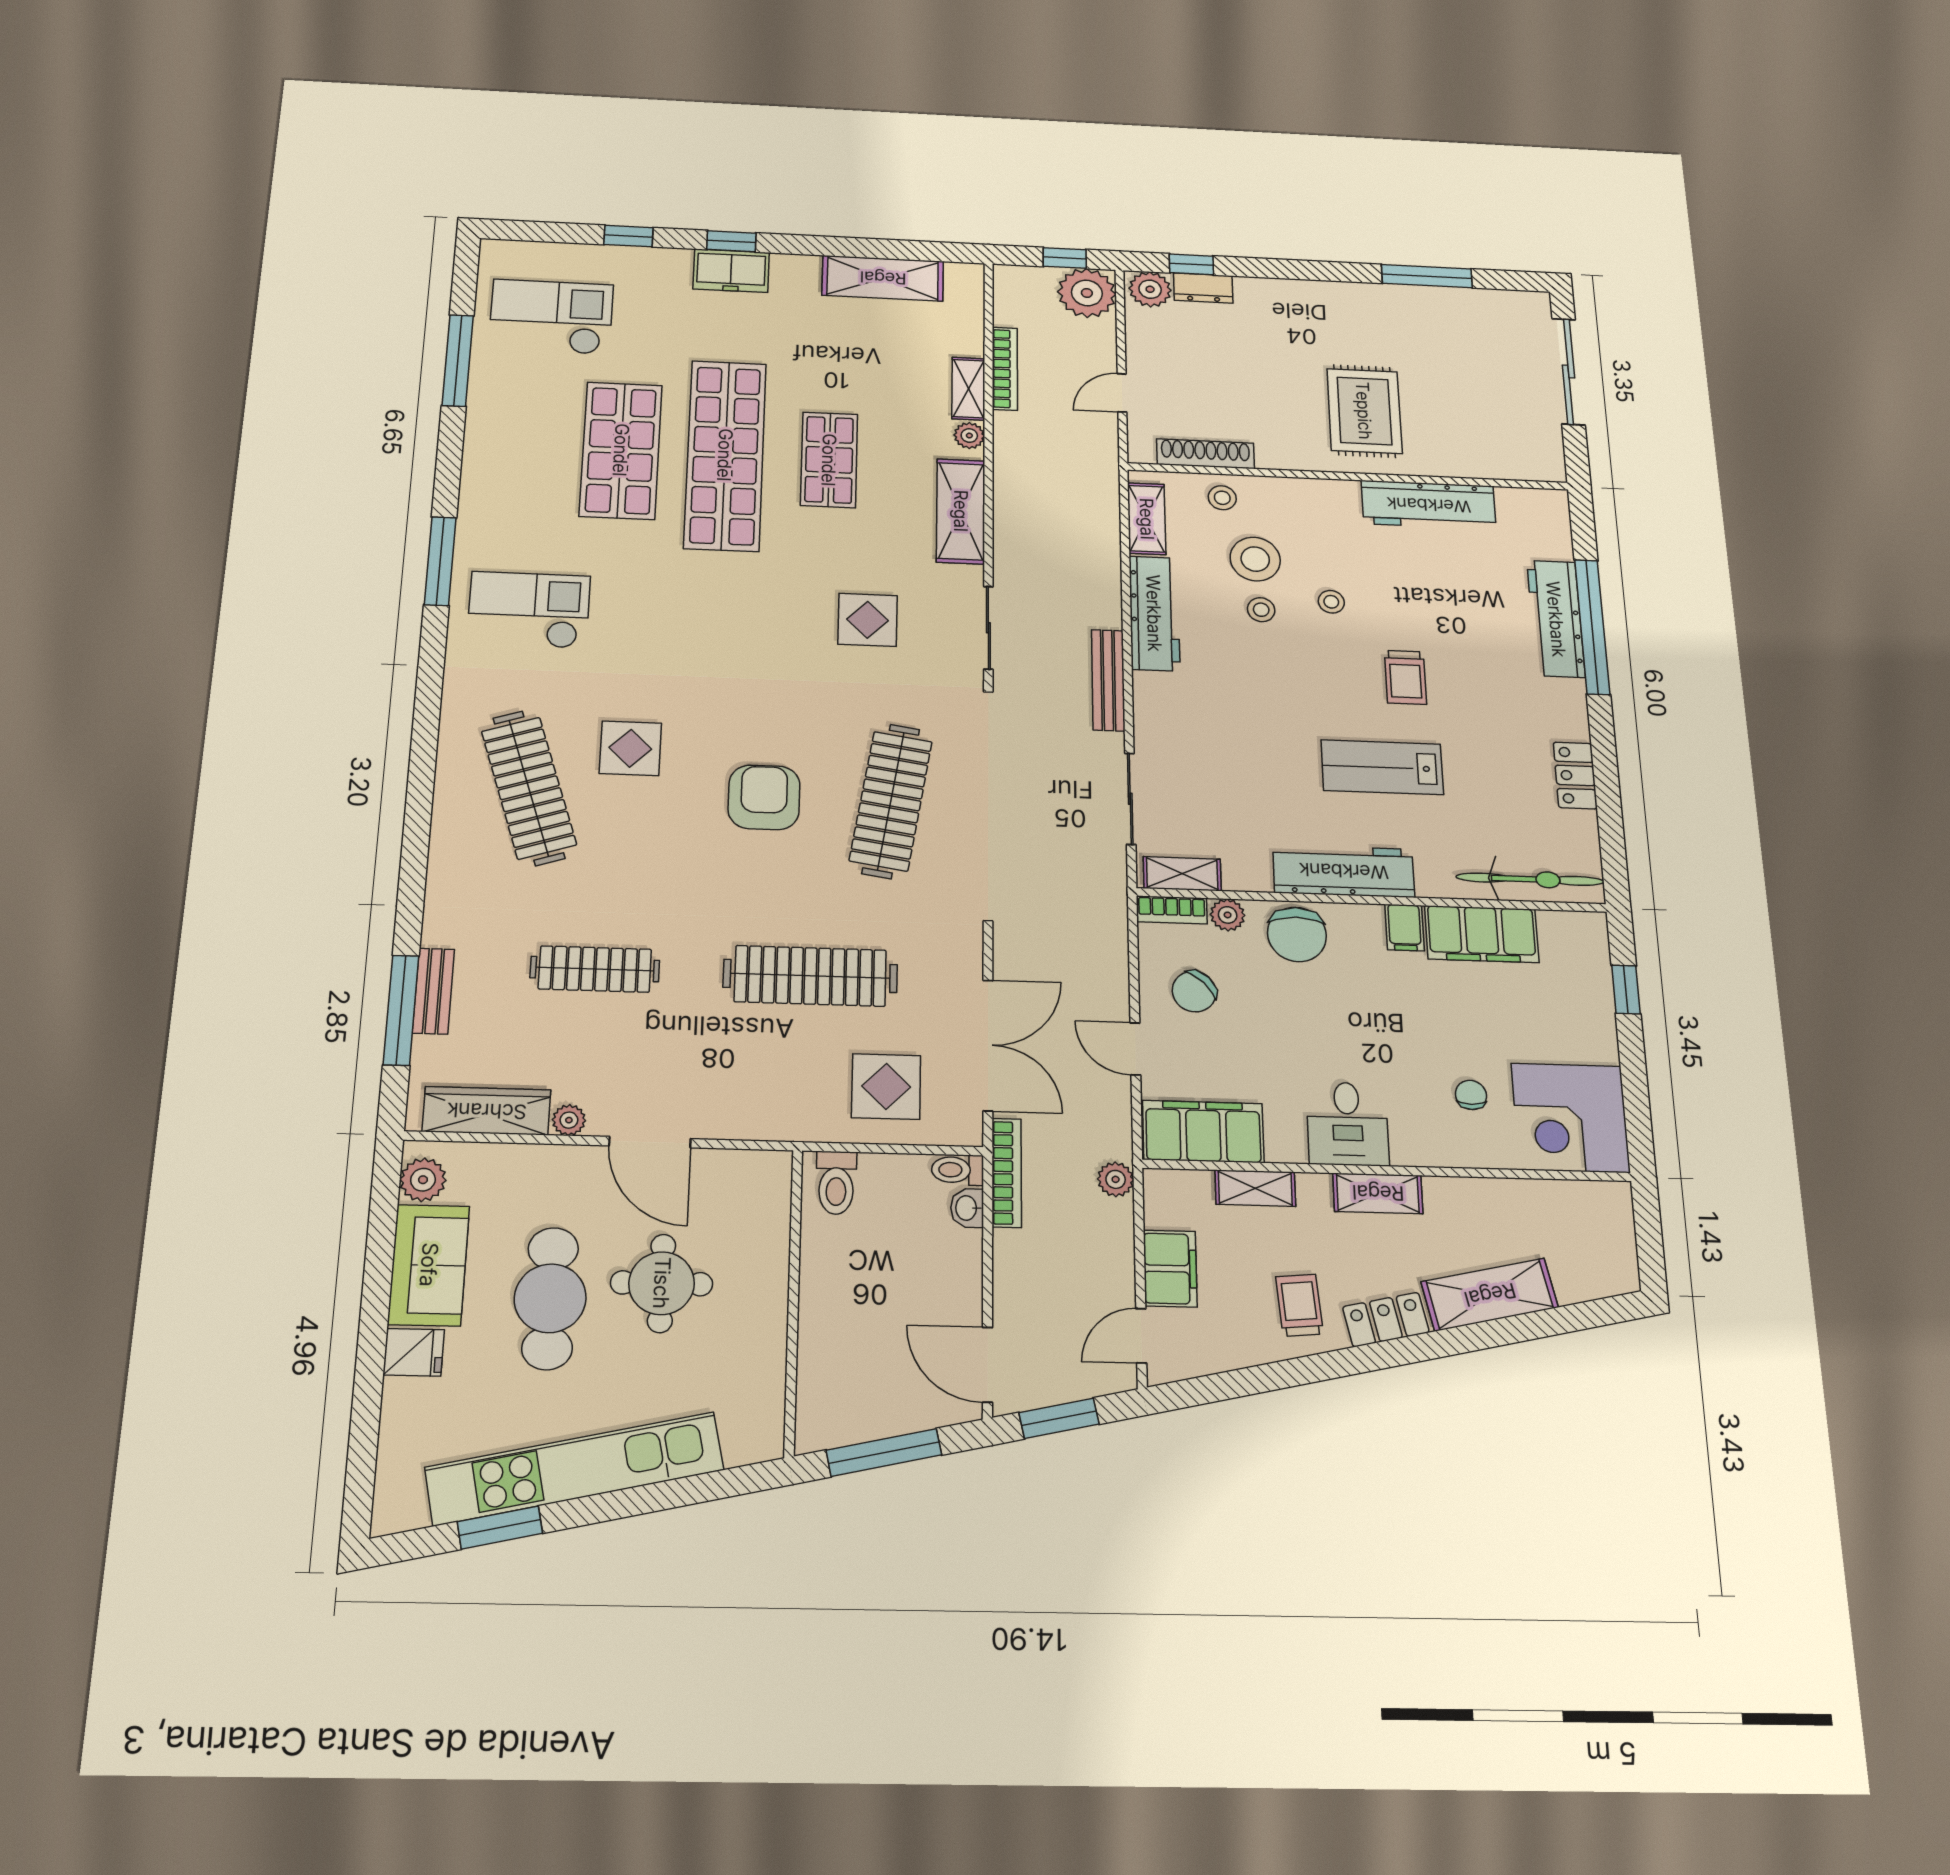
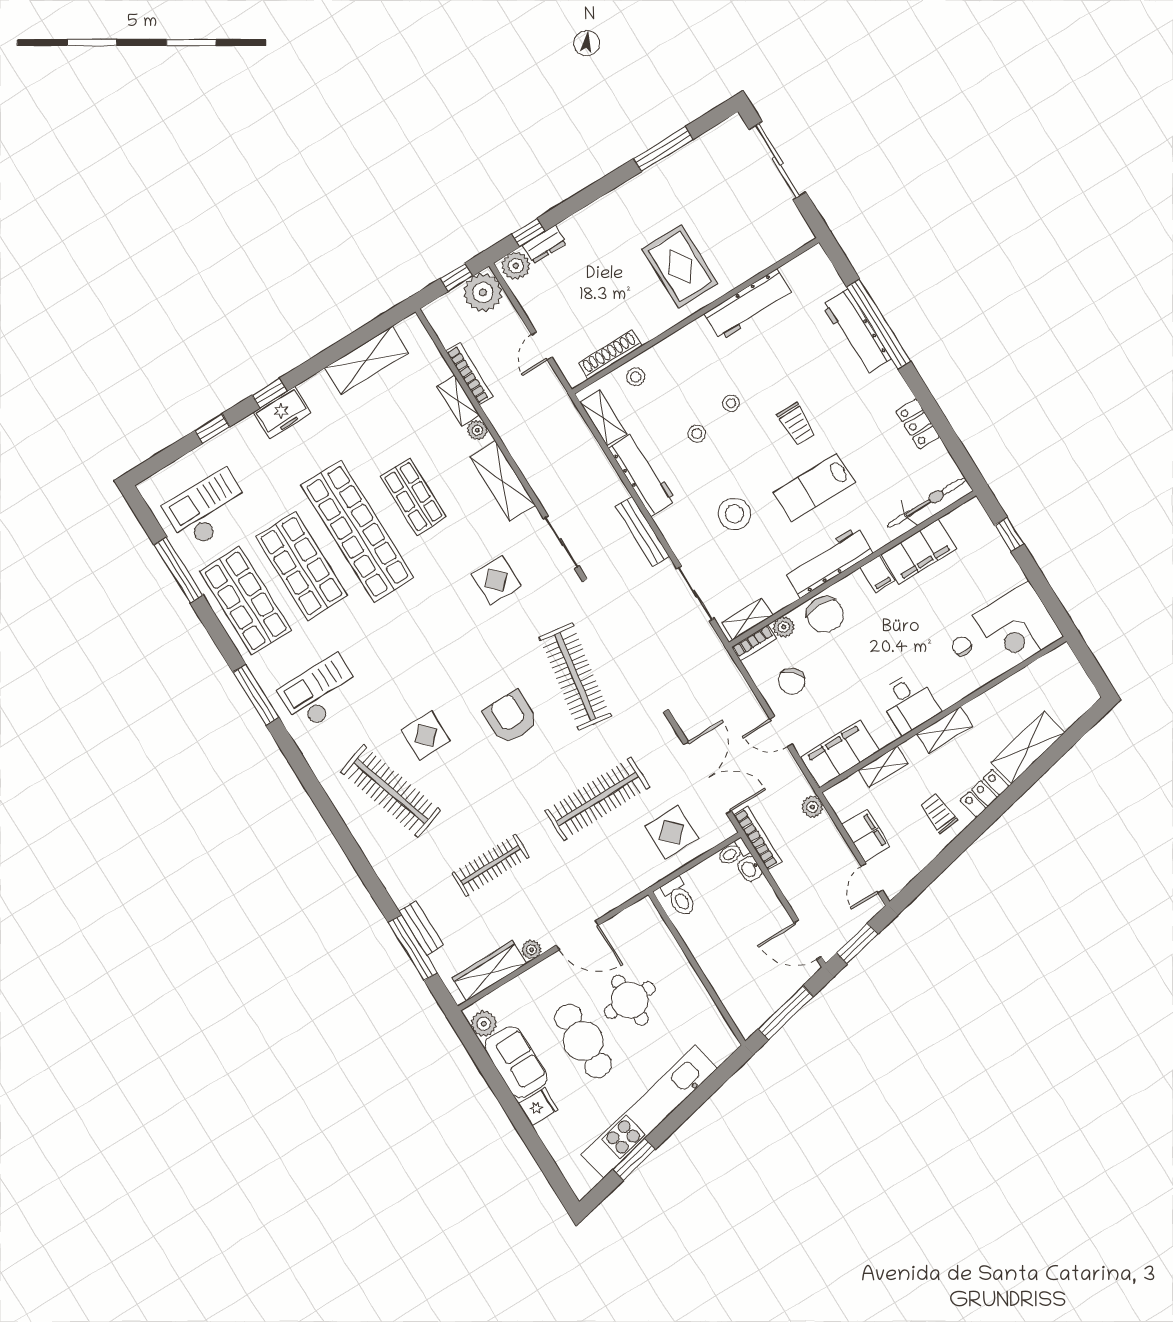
shop shelf: (516, 446) -> (246, 601), added
stool: (1255, 559) -> (734, 514), moved

